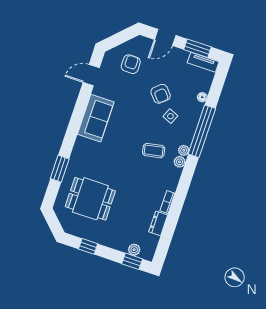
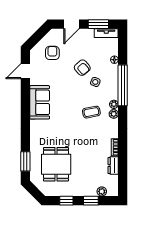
window: (60, 169) -> (25, 161), moved
dining table: (90, 199) -> (56, 164), turned 90
window: (132, 261) -> (91, 201), moved

